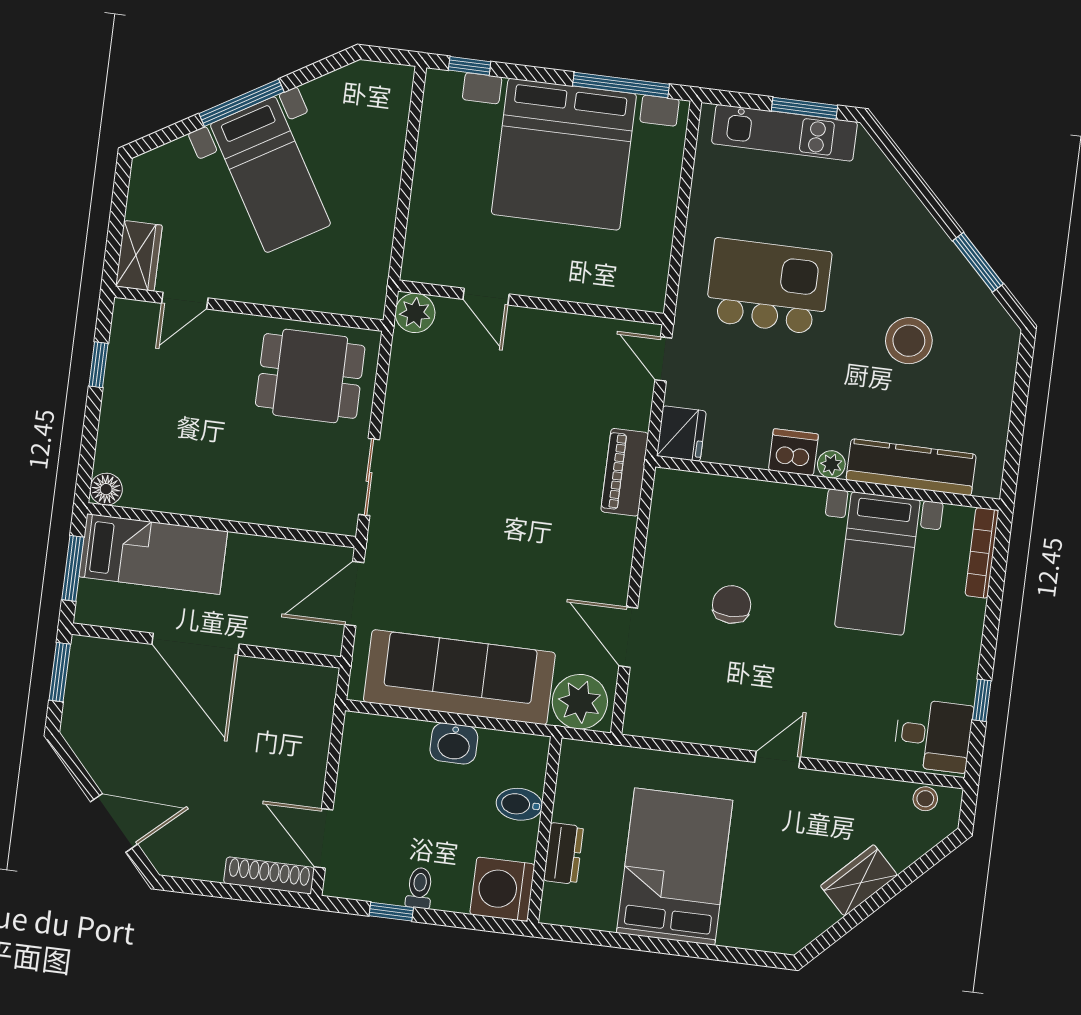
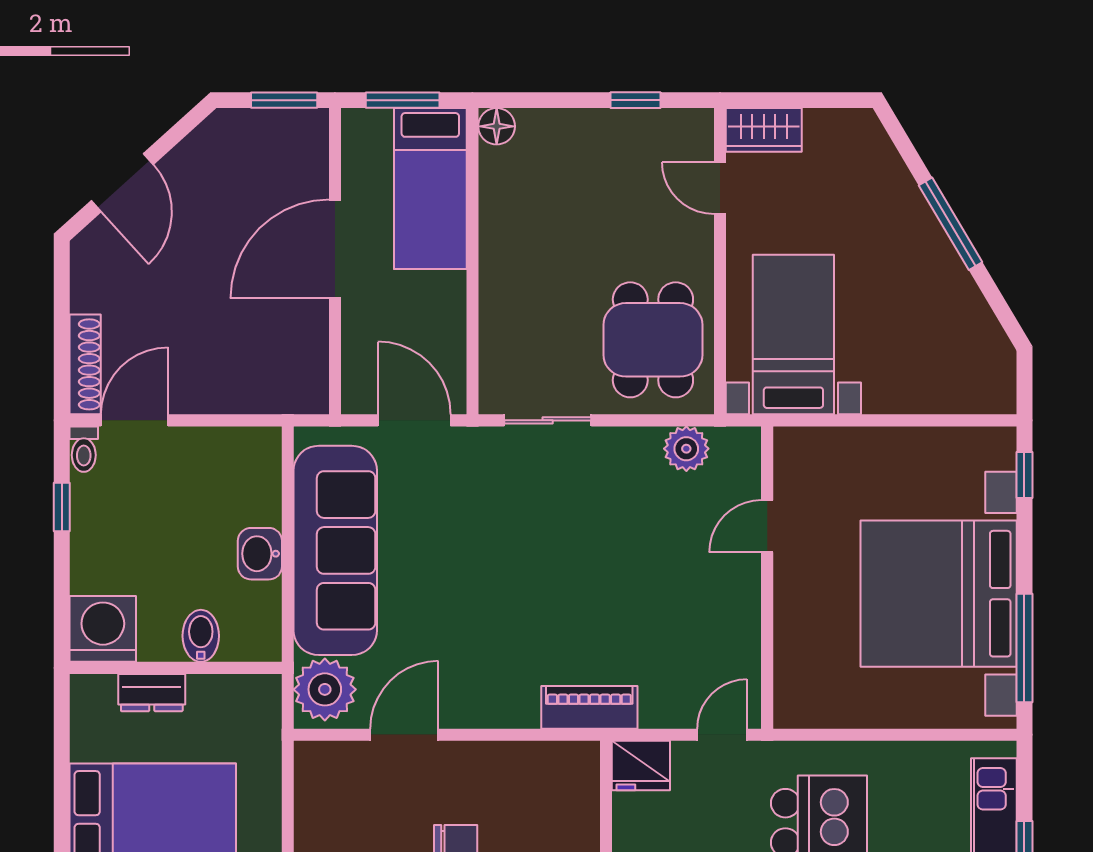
bed with nightstands: (270, 175) -> (793, 335), moved, turned 121
plant: (415, 313) -> (686, 449), moved
toilet: (419, 888) -> (84, 449), moved, turned 90

